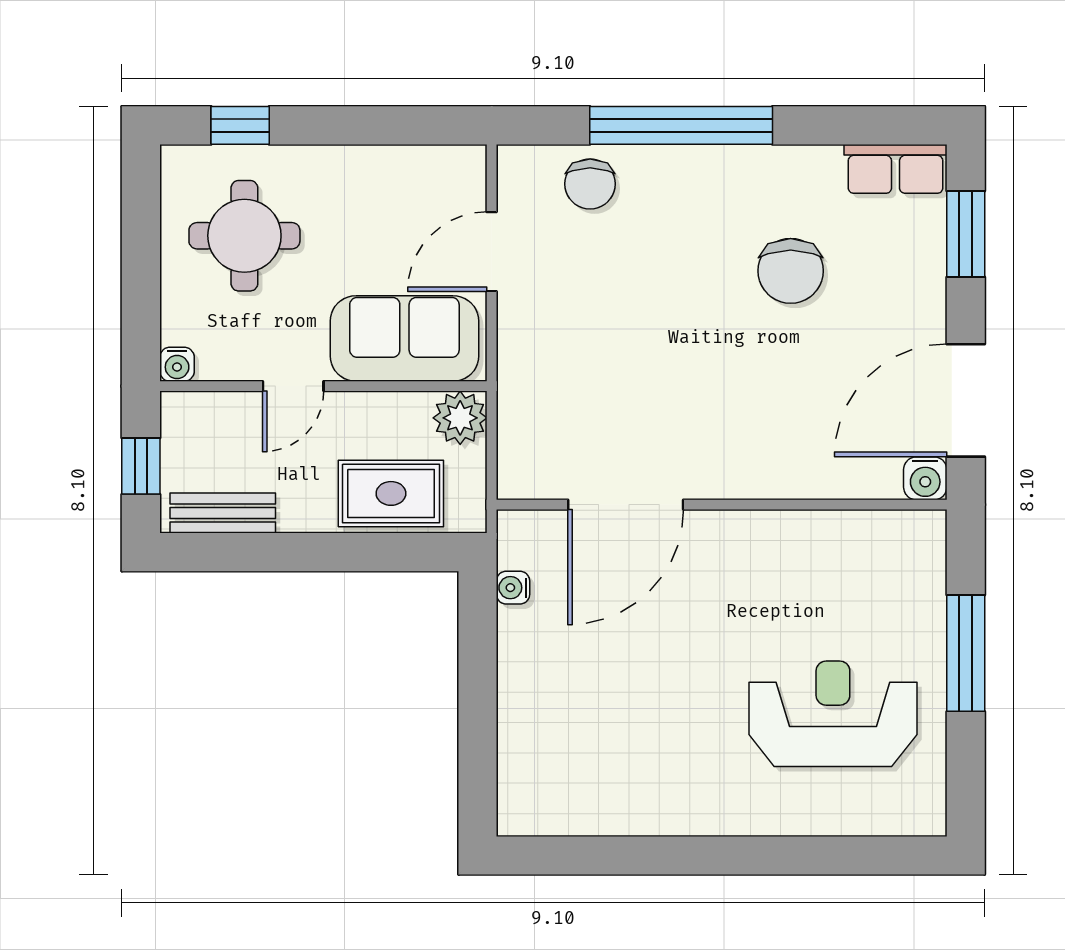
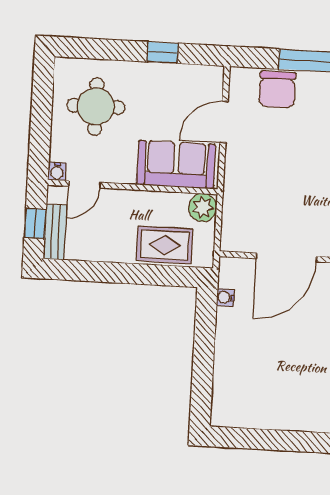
window: (240, 125) -> (163, 53), moved
chair: (590, 184) -> (277, 89), width x1.37, depth x1.37
door: (293, 386) -> (85, 184), moved
bench: (223, 513) -> (55, 232), moved, turned 90

